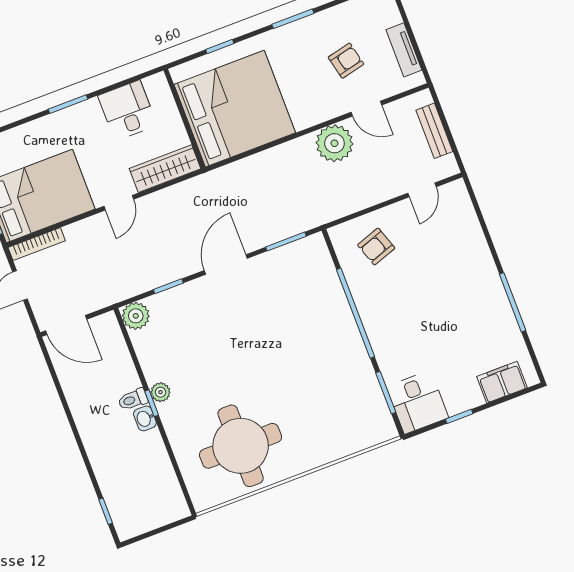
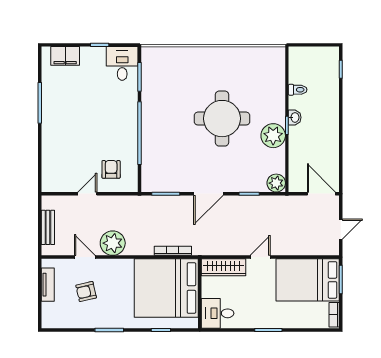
desk: (127, 110) -> (218, 313), moved, turned 90
door: (422, 190) -> (87, 194), moved
bookcase: (37, 244) -> (173, 251), moved
armchair: (376, 247) -> (111, 169), turned -71
plant: (160, 392) -> (273, 136), width x1.88, depth x1.88
toilet: (133, 399) -> (298, 90), moved
round table: (241, 446) -> (222, 119), moved

